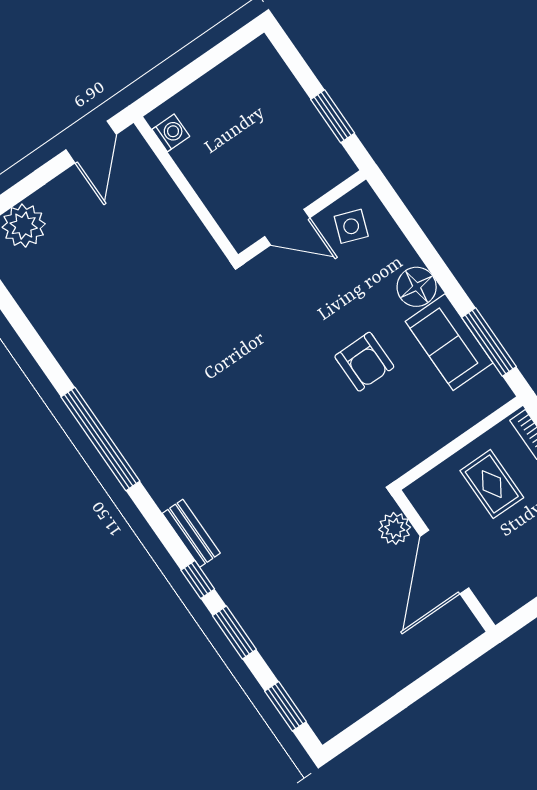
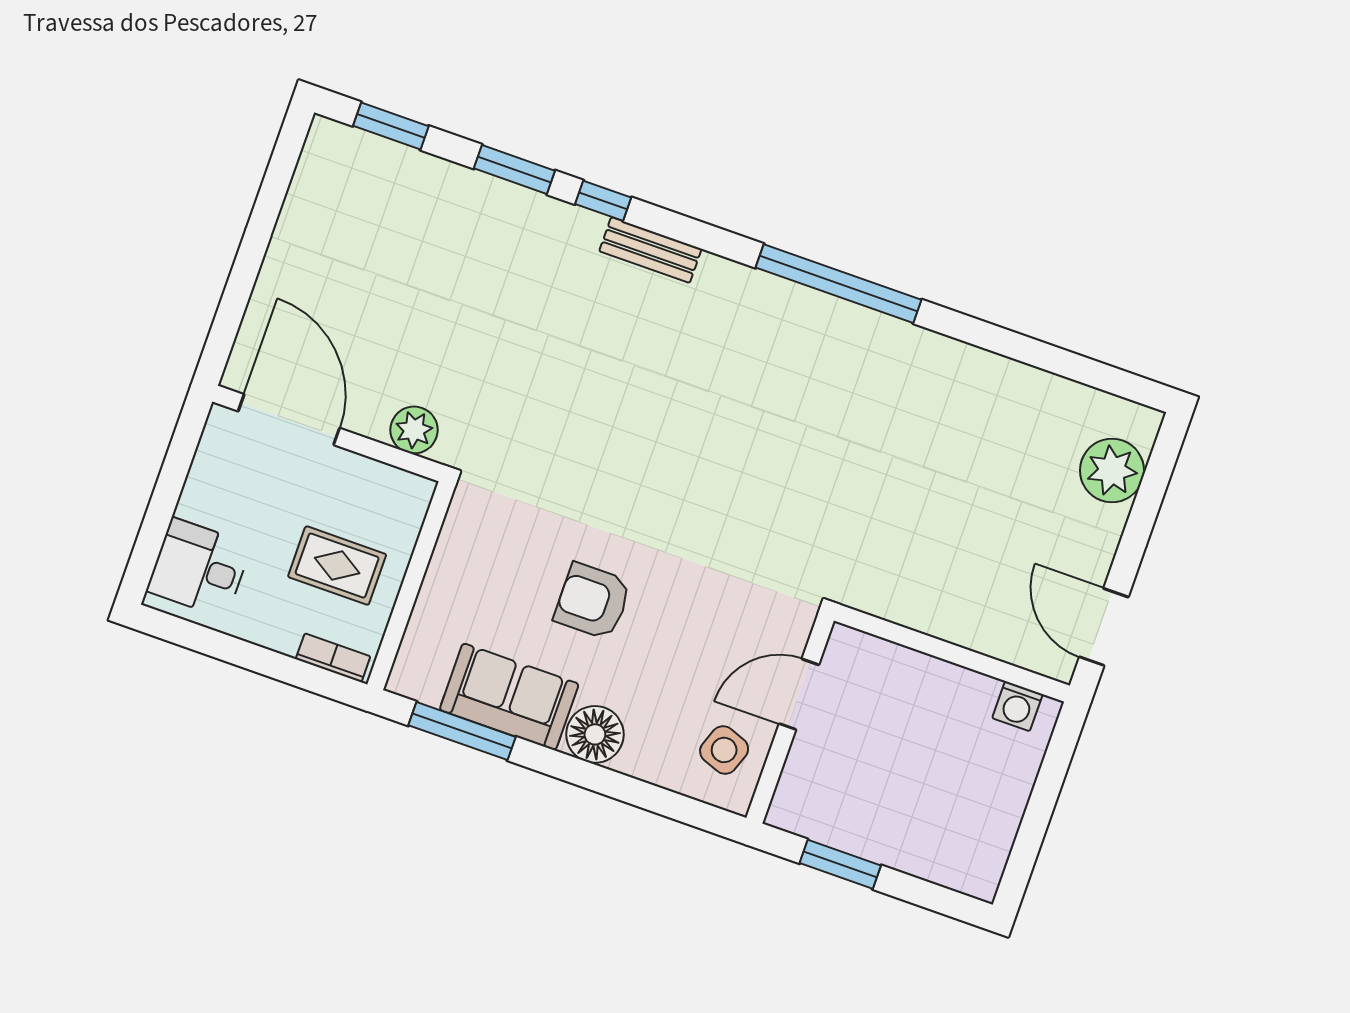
door: (444, 562) -> (289, 420), moved

